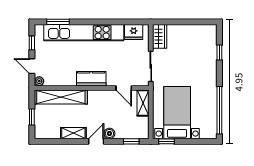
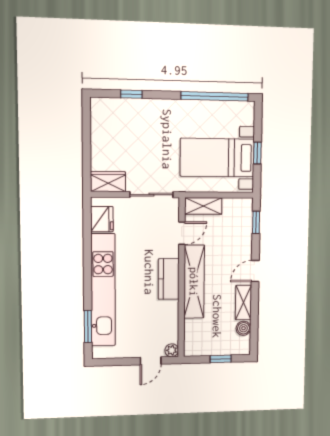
window: (32, 43) -> (118, 362), removed
shelving: (61, 97) -> (194, 282), moved
boiler: (109, 134) -> (243, 328), moved
door: (96, 141) -> (255, 271), hinge flipped
window: (166, 141) -> (257, 153), moved

